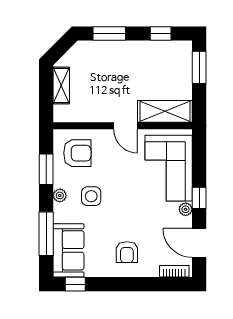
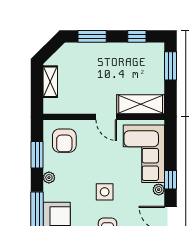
armchair: (77, 153) -> (64, 141), turned 90
side table: (91, 196) -> (105, 192), moved

